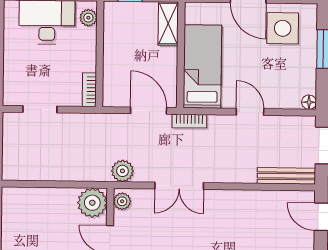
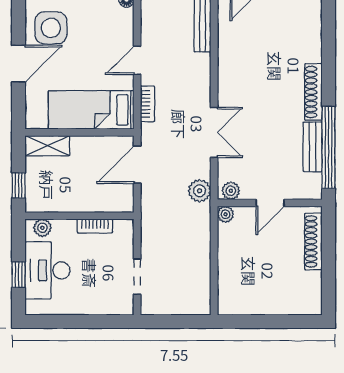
bookcase: (89, 90) -> (95, 226), moved
bookcase: (189, 121) -> (148, 104), moved
plant: (92, 203) -> (226, 214), width x0.53, depth x0.53

